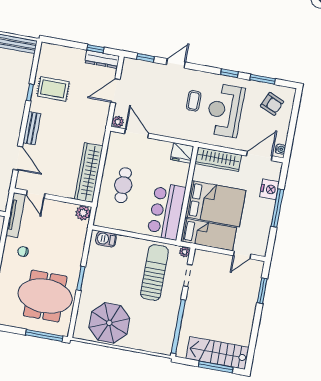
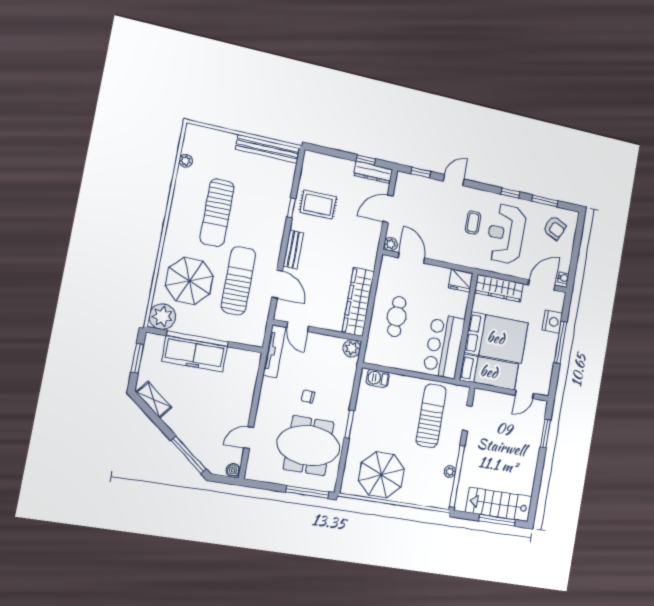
chair: (23, 252) -> (308, 396), moved
plant: (185, 252) -> (450, 472), moved

